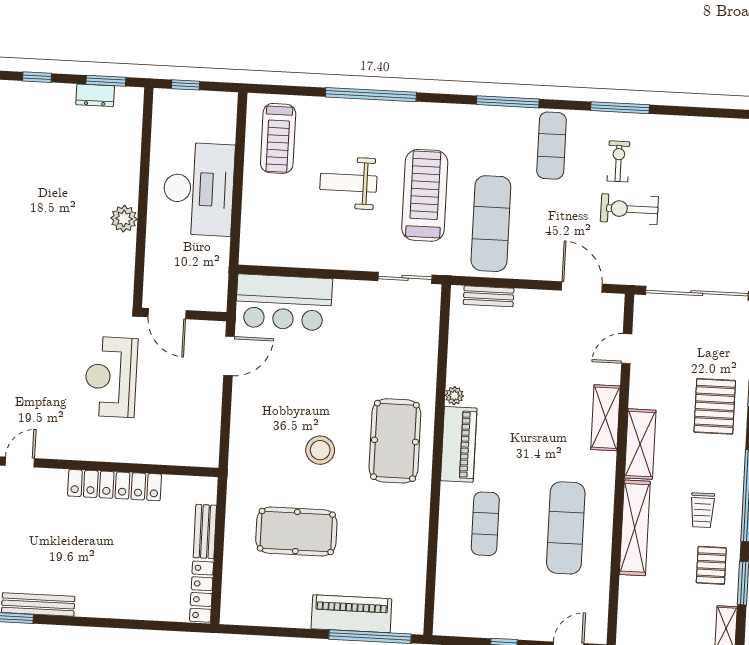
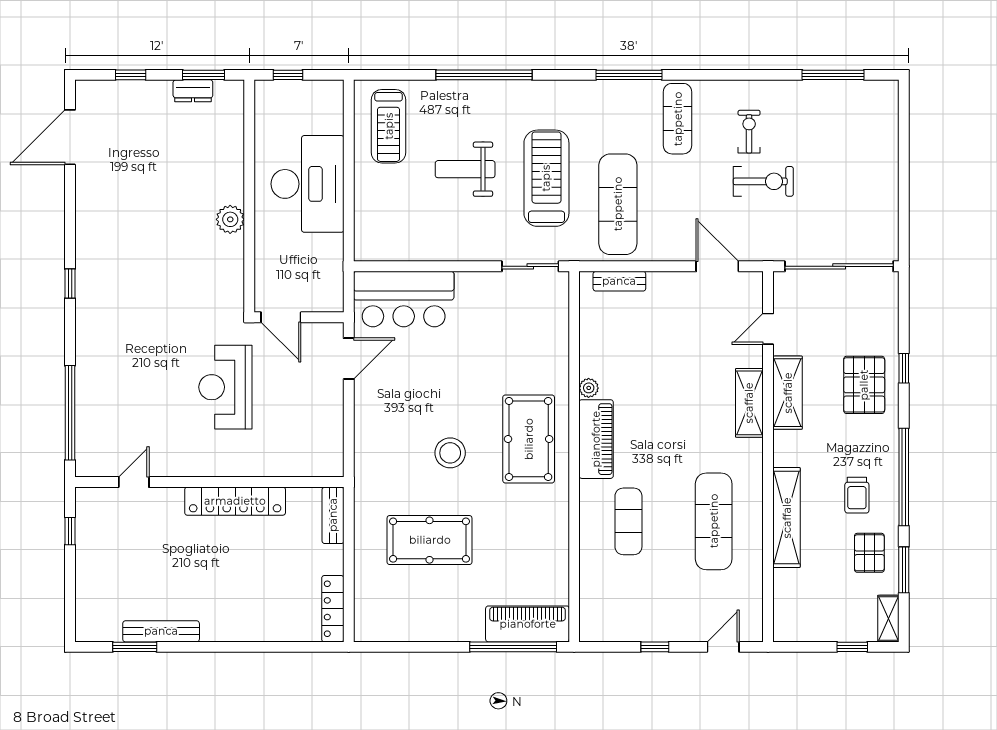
window: (620, 108) -> (833, 75), moved
exercise bike: (629, 209) -> (763, 181), turned 180
shelving: (640, 444) -> (788, 393), moved
bench: (205, 531) -> (333, 515), moved
piano: (351, 614) -> (528, 624), moved

